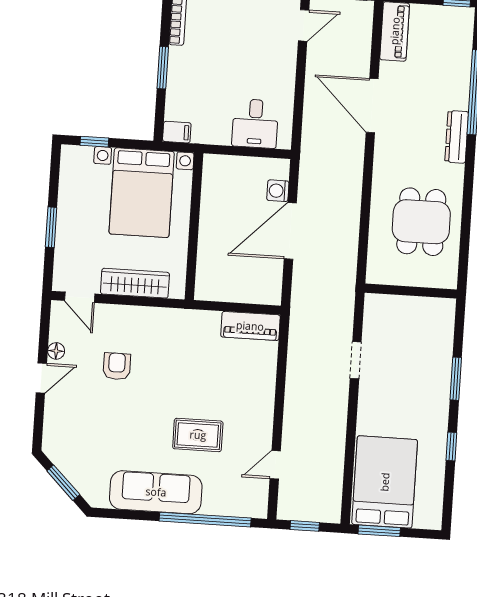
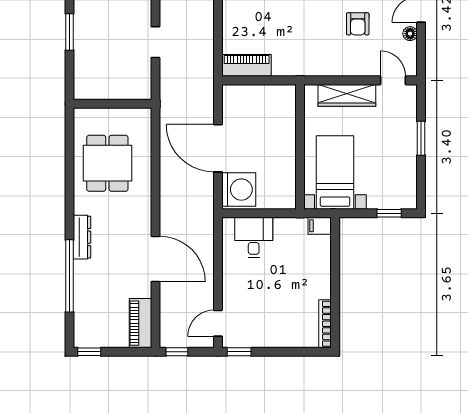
window: (163, 68) -> (335, 280), removed
washing machine: (278, 191) -> (239, 190), width x1.89, depth x1.89
bed with nightstands: (142, 193) -> (335, 172), width x0.73
door: (290, 231) -> (218, 148), swing flipped

